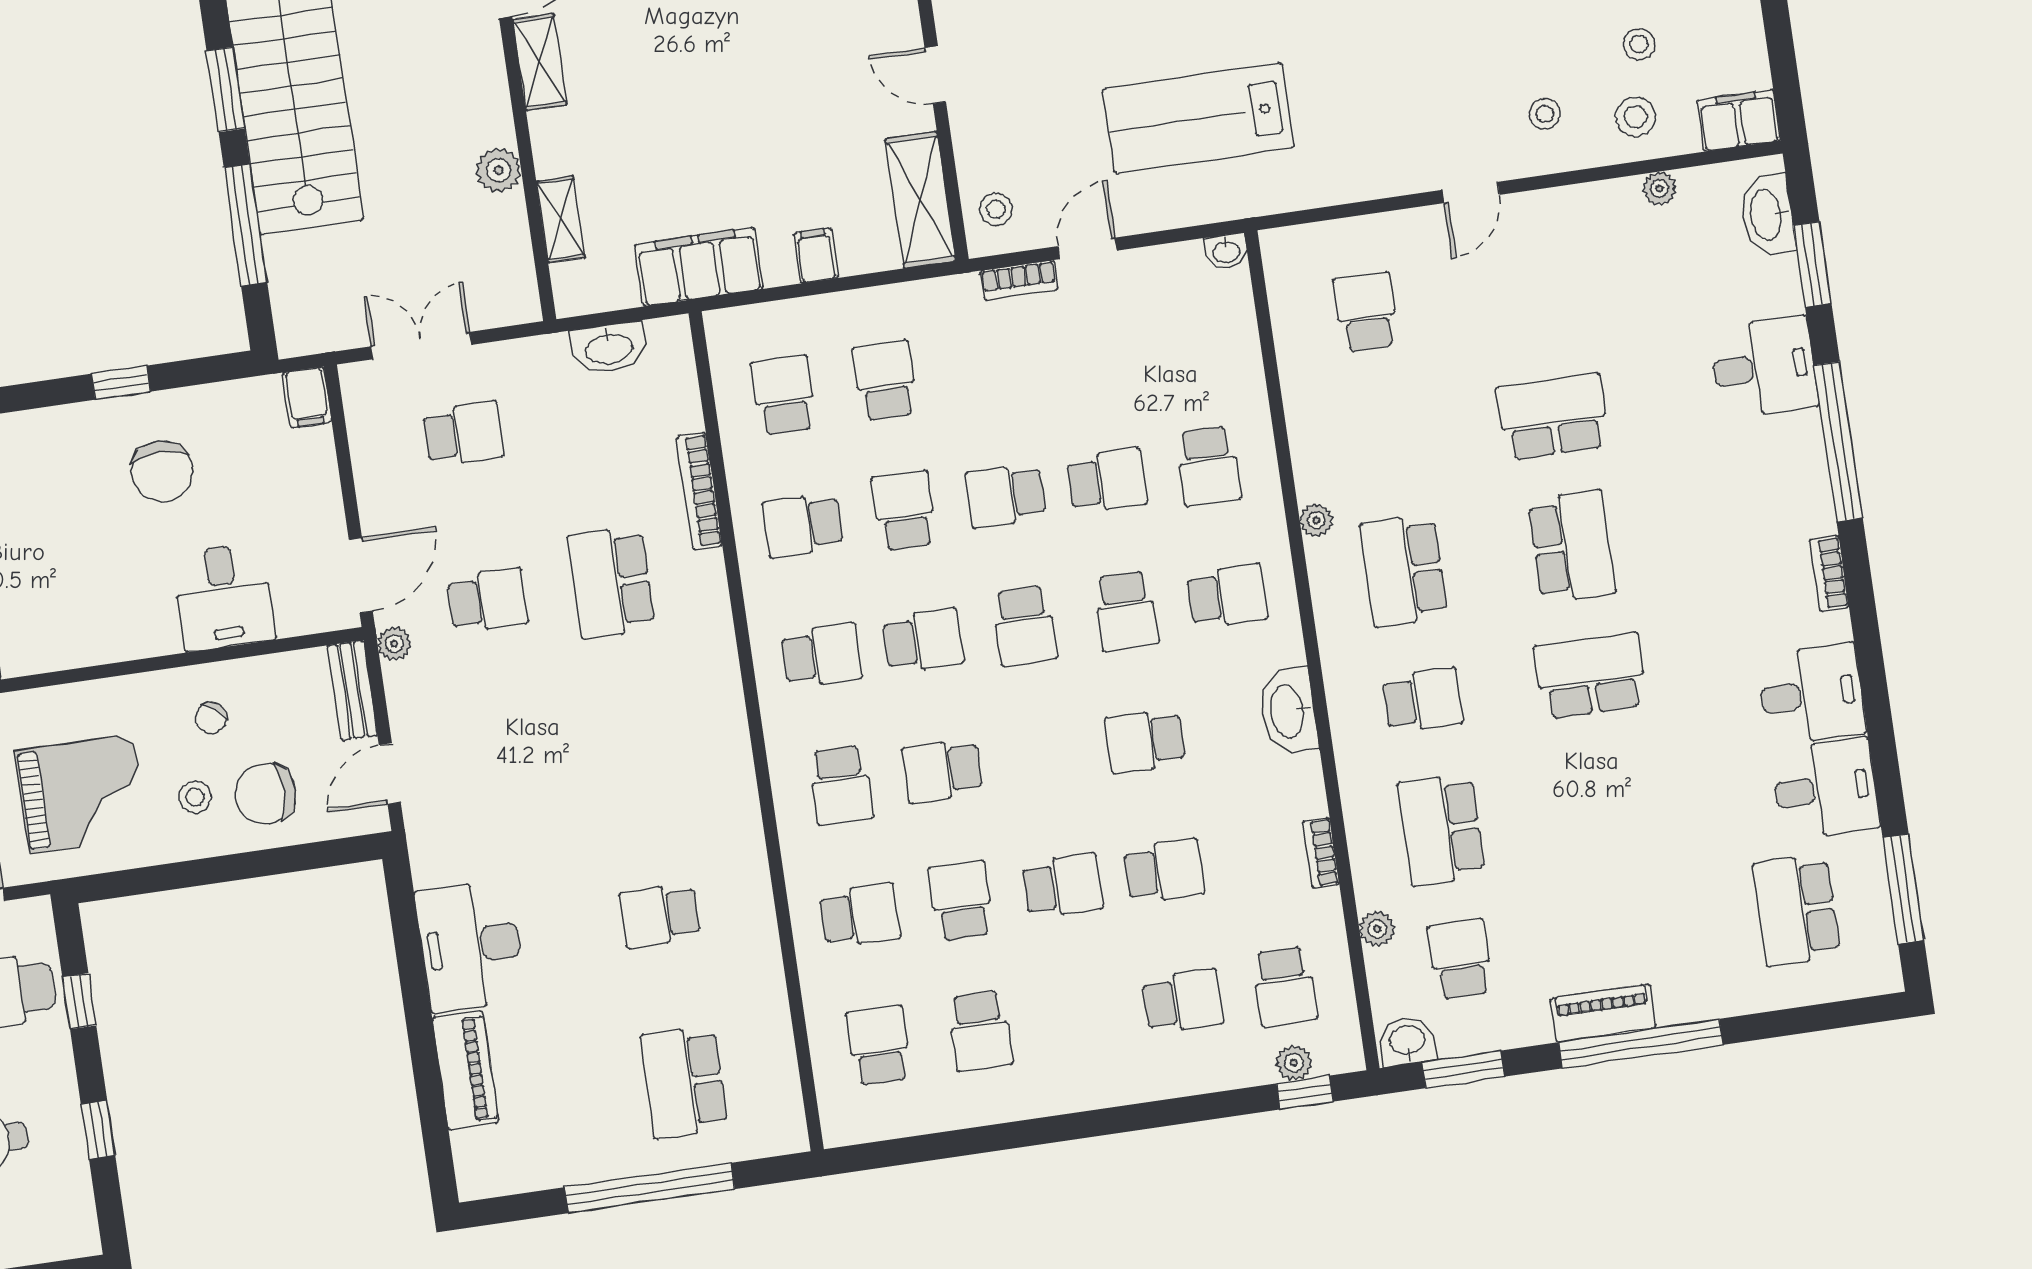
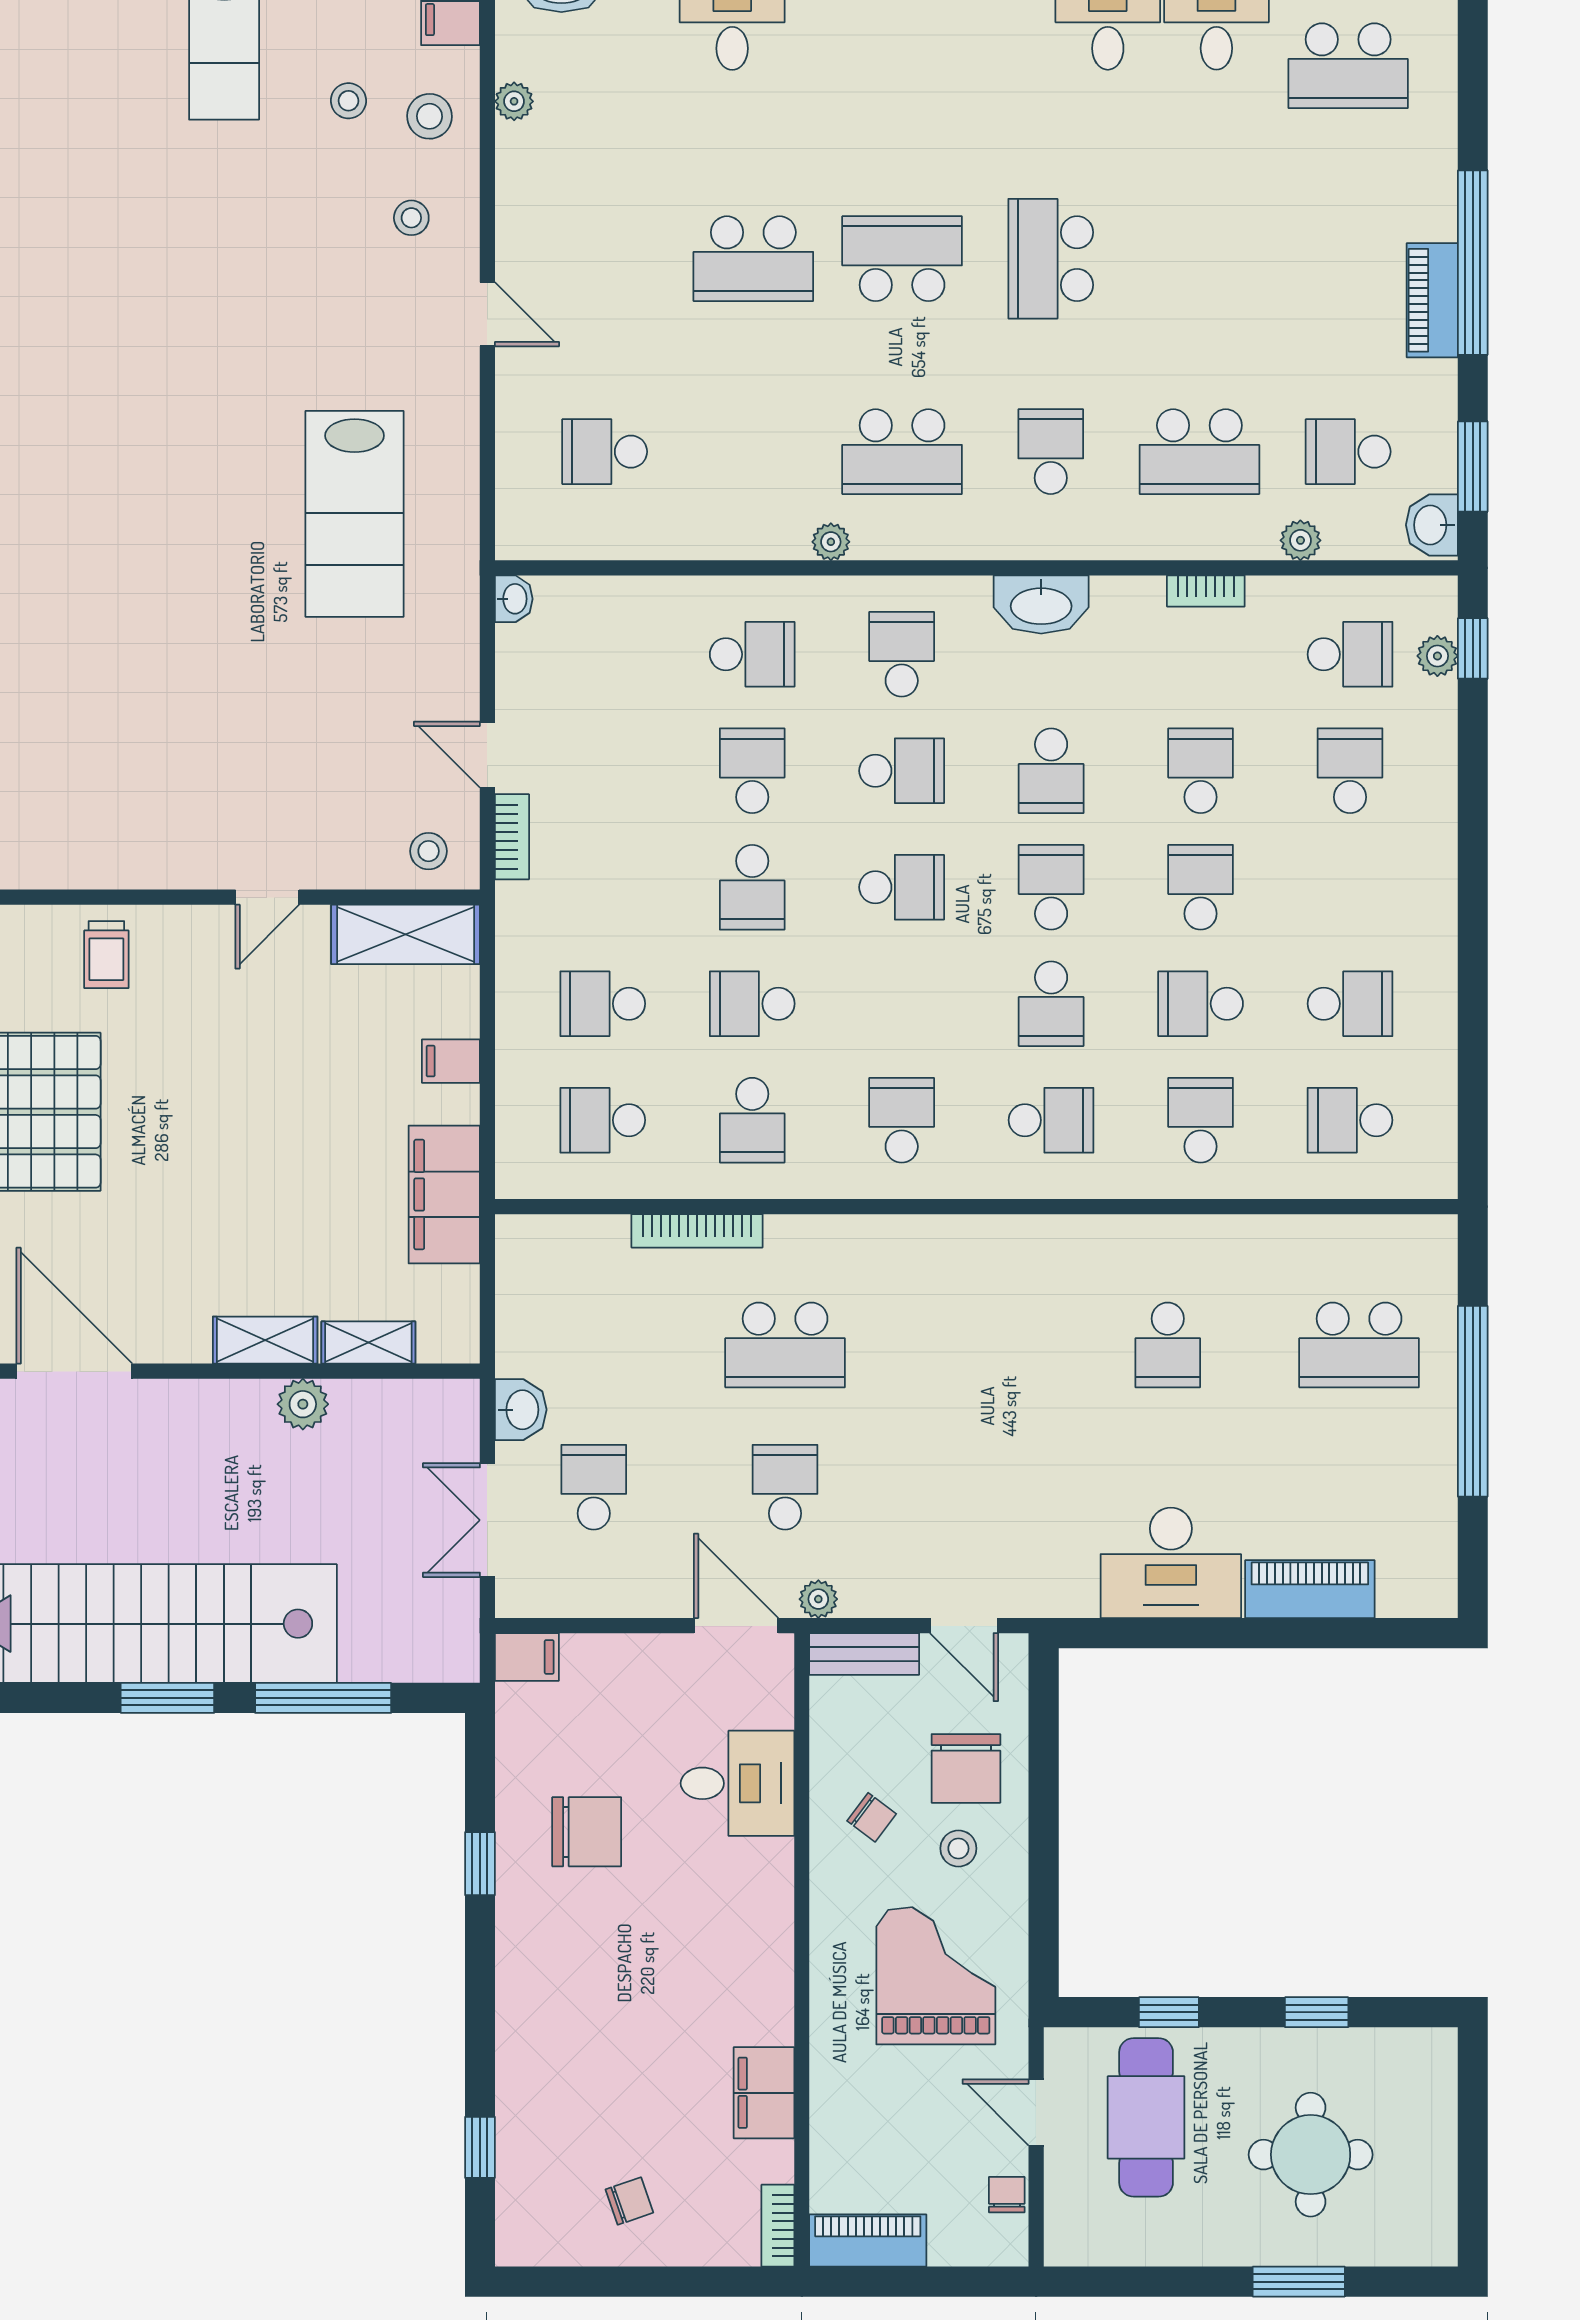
shelving: (540, 62) -> (265, 1340), moved
lab bench: (1198, 118) -> (355, 514), moved
washbasin: (609, 348) -> (521, 1410), moved, width x0.72
school desk: (1553, 417) -> (753, 259), turned -90
school desk: (923, 641) -> (1051, 887), moved

